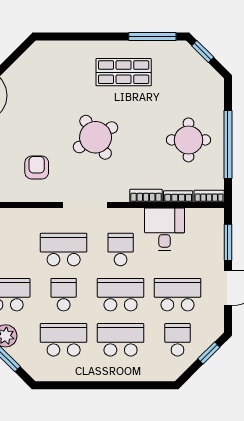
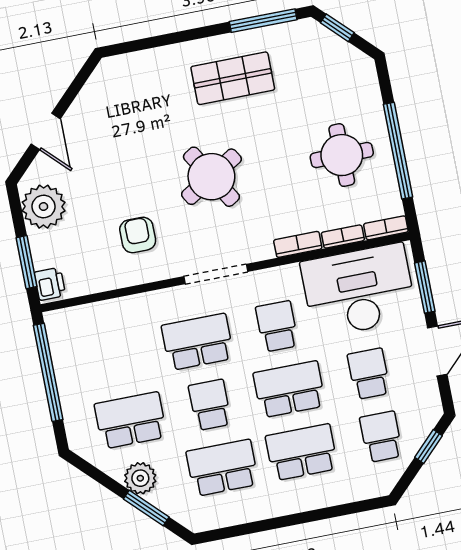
desk: (165, 229) -> (359, 290), width x1.87, depth x1.30
school desk: (178, 295) -> (369, 374), width x0.54

